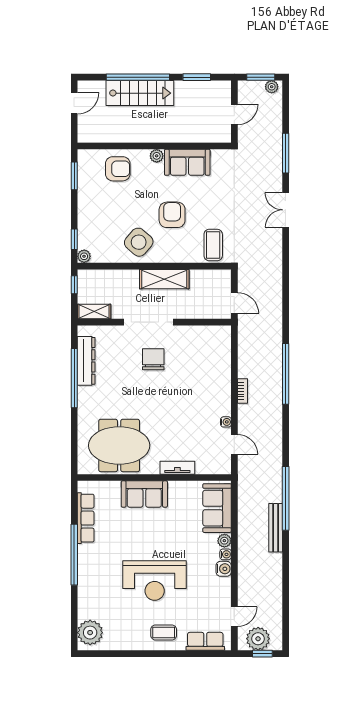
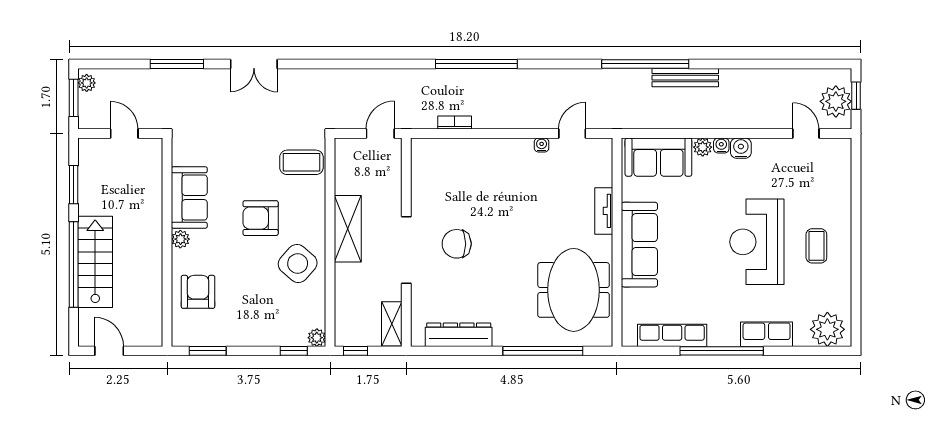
window: (74, 378) -> (543, 351), moved
bookcase: (243, 391) -> (455, 122), moved
sofa: (144, 494) -> (639, 245), width x1.36
reception desk: (155, 581) -> (757, 242), turned 180
coffee table: (164, 632) -> (816, 246), moved
row of seats: (205, 641) -> (767, 334), moved, turned 90

